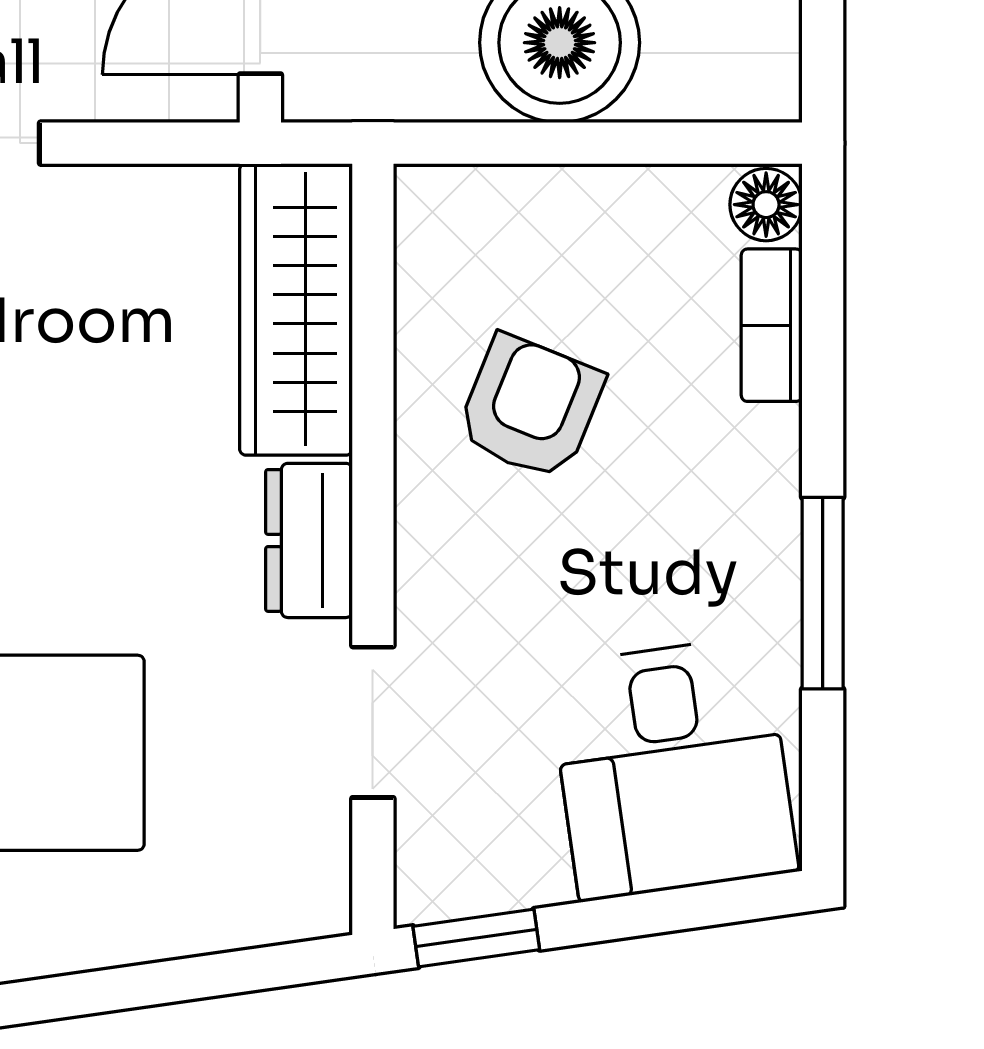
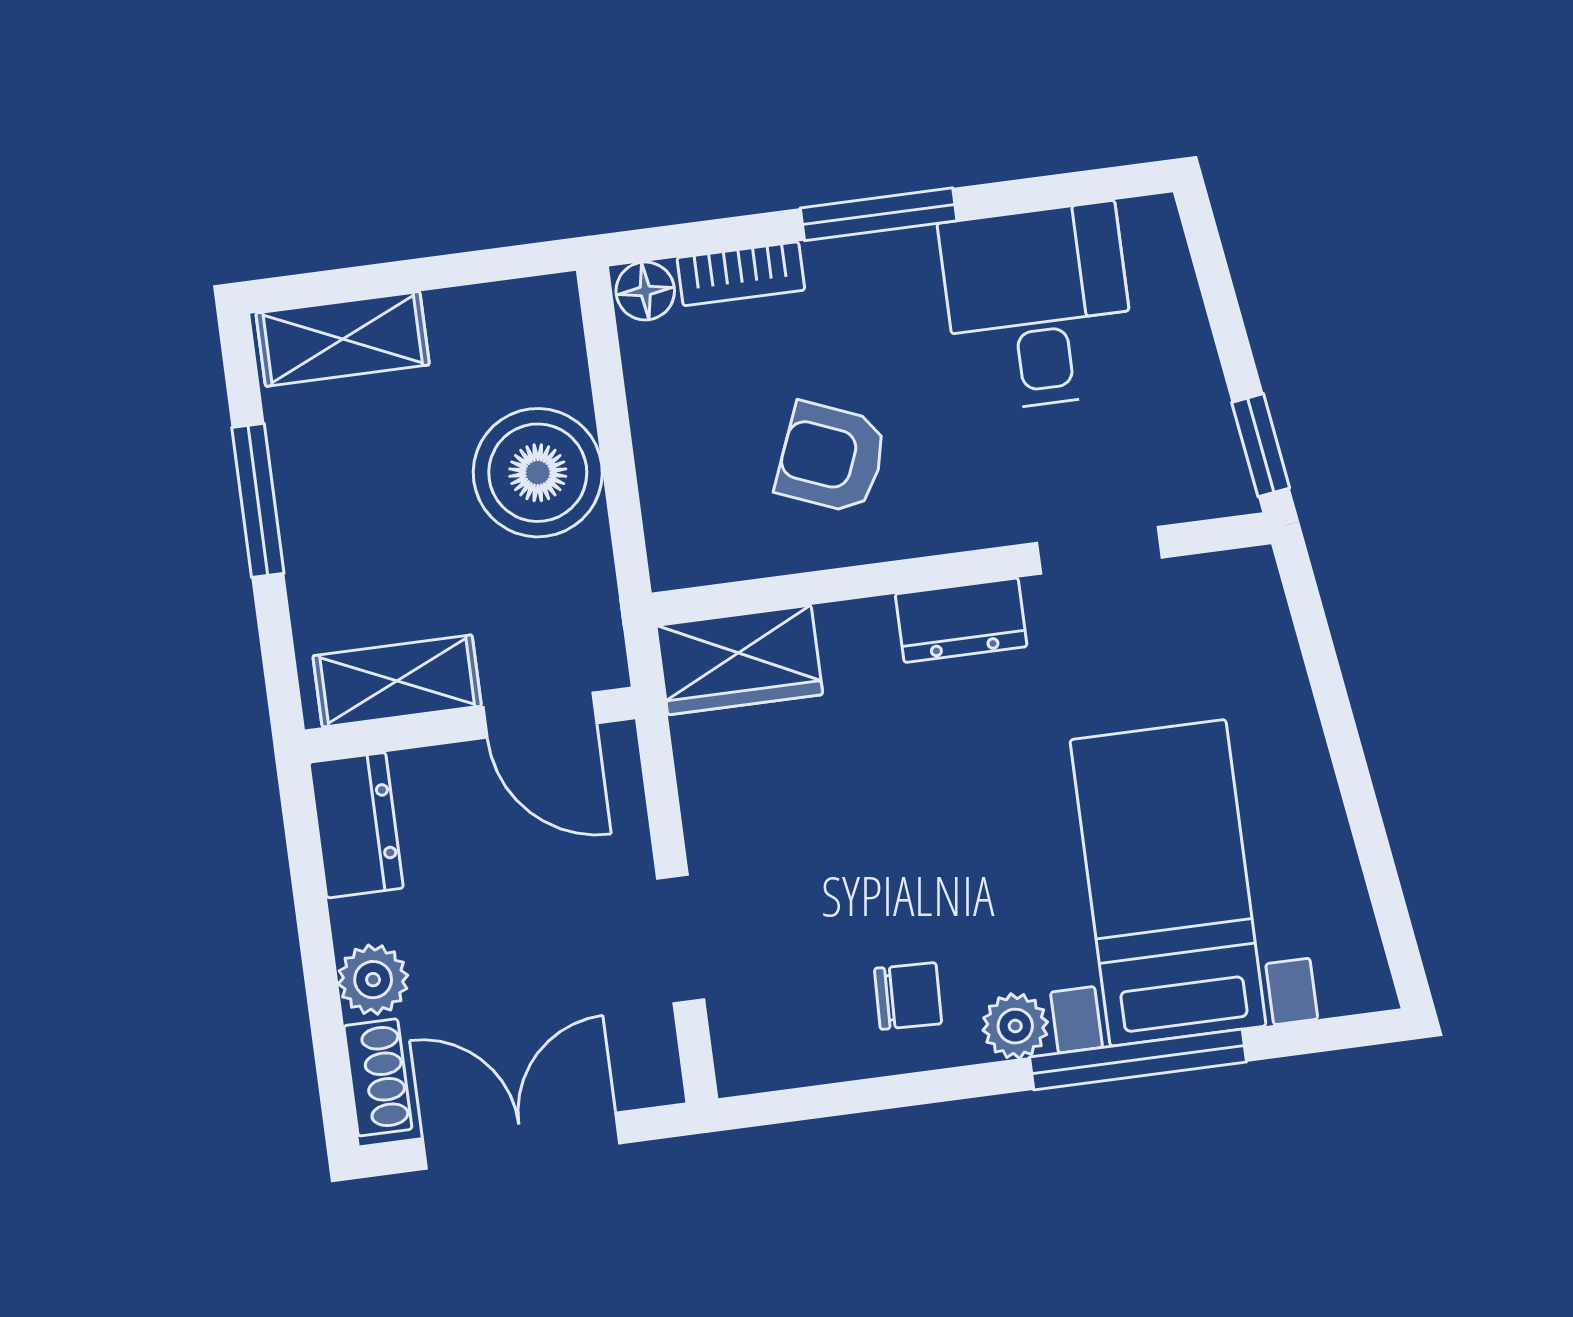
wardrobe: (296, 309) -> (739, 660), width x0.67
window: (823, 593) -> (879, 214), moved
desk: (673, 768) -> (1038, 307), moved, turned -82

